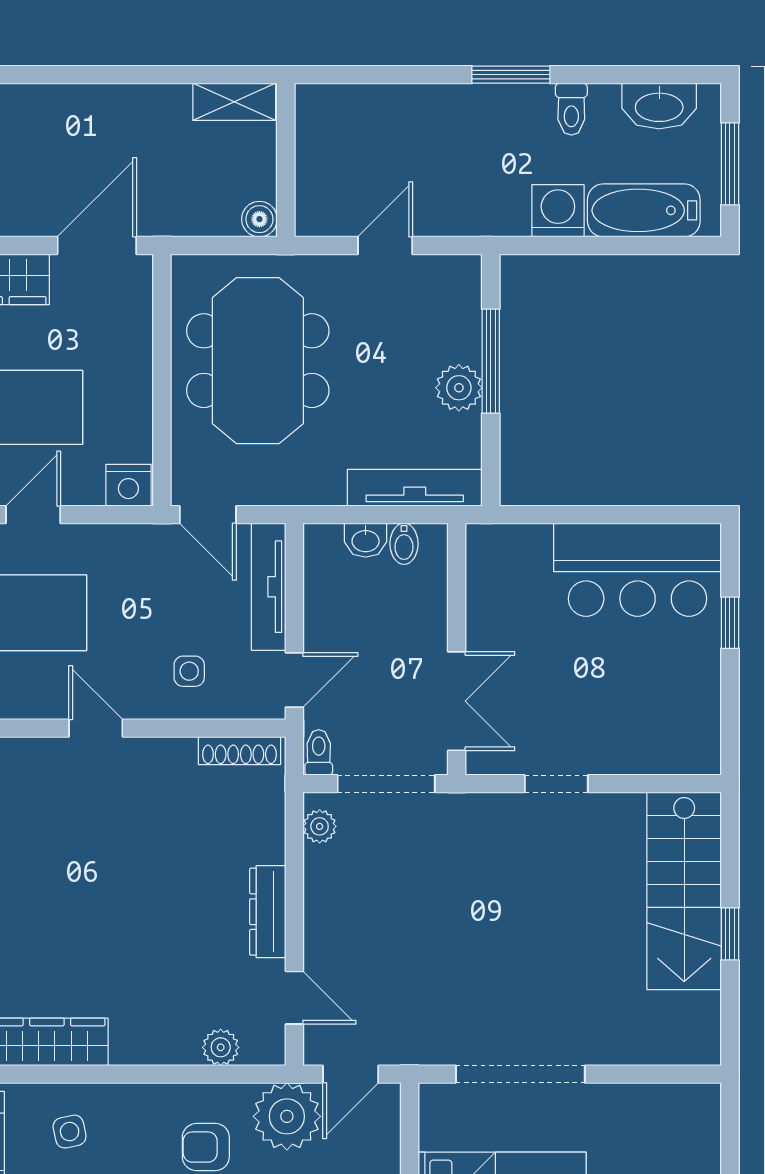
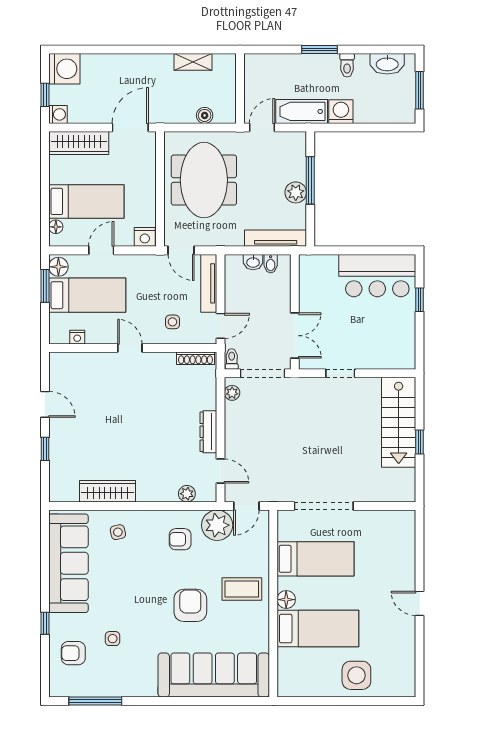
wall: (286, 160) -> (240, 88), moved
bathtub: (644, 210) -> (302, 111), moved

